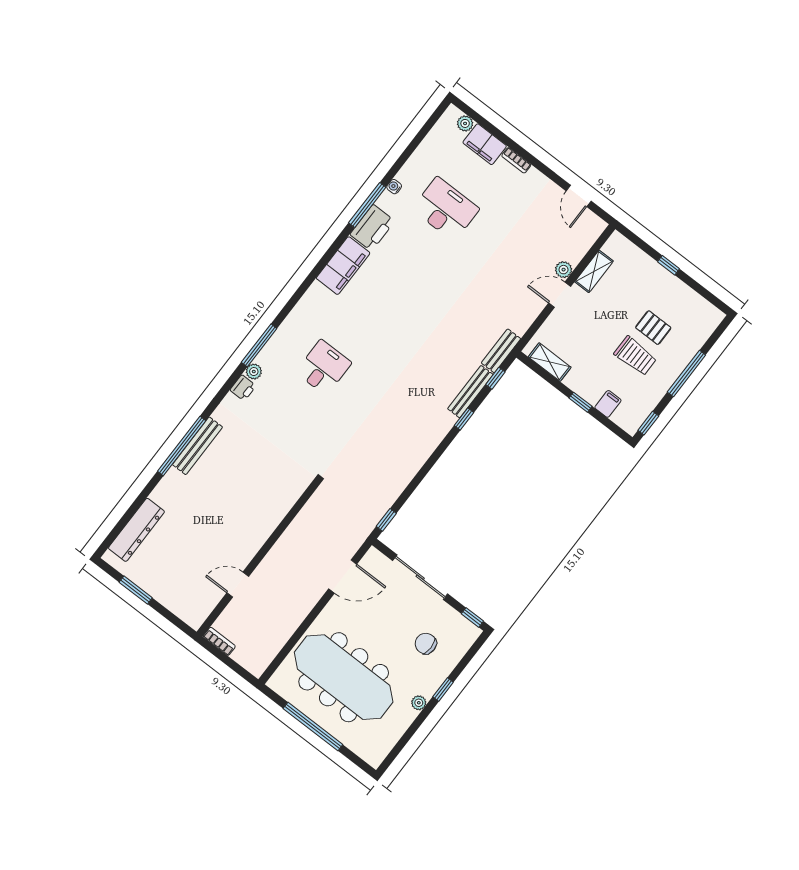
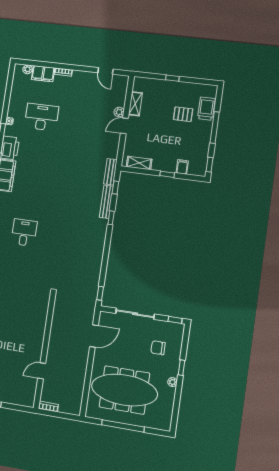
trolley: (635, 356) -> (206, 109), moved, turned -90

